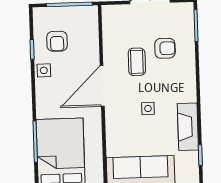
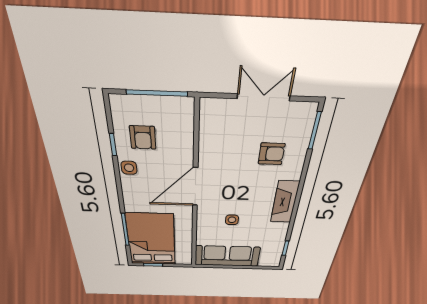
coffee table: (137, 62) -> (236, 166), removed
side table: (148, 109) -> (232, 220), moved
fireplace: (188, 127) -> (285, 202), moved

